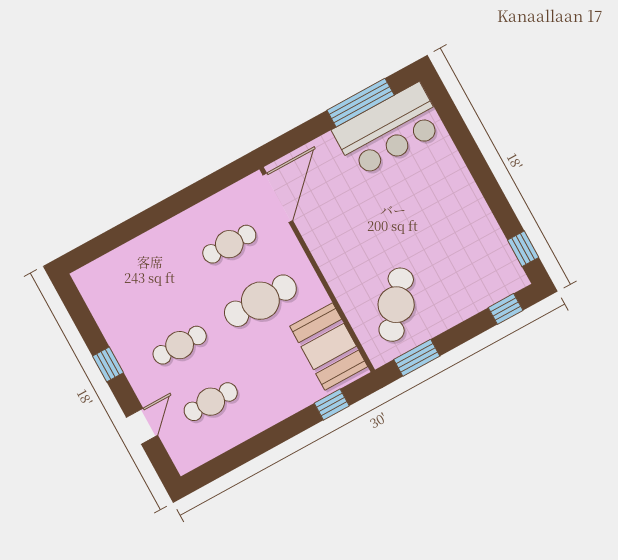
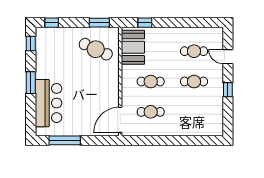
bar counter: (389, 130) -> (48, 103), moved, turned 90
window: (483, 176) -> (31, 83), added
cafe table: (260, 301) -> (151, 82), width x0.73, depth x0.74
cafe table: (396, 305) -> (96, 49), turned 76
door: (142, 426) -> (228, 57), hinge flipped

